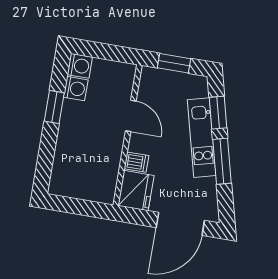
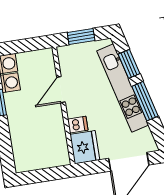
door: (131, 116) -> (61, 90), swing flipped
kitchen unit: (202, 138) -> (123, 88), width x1.36

